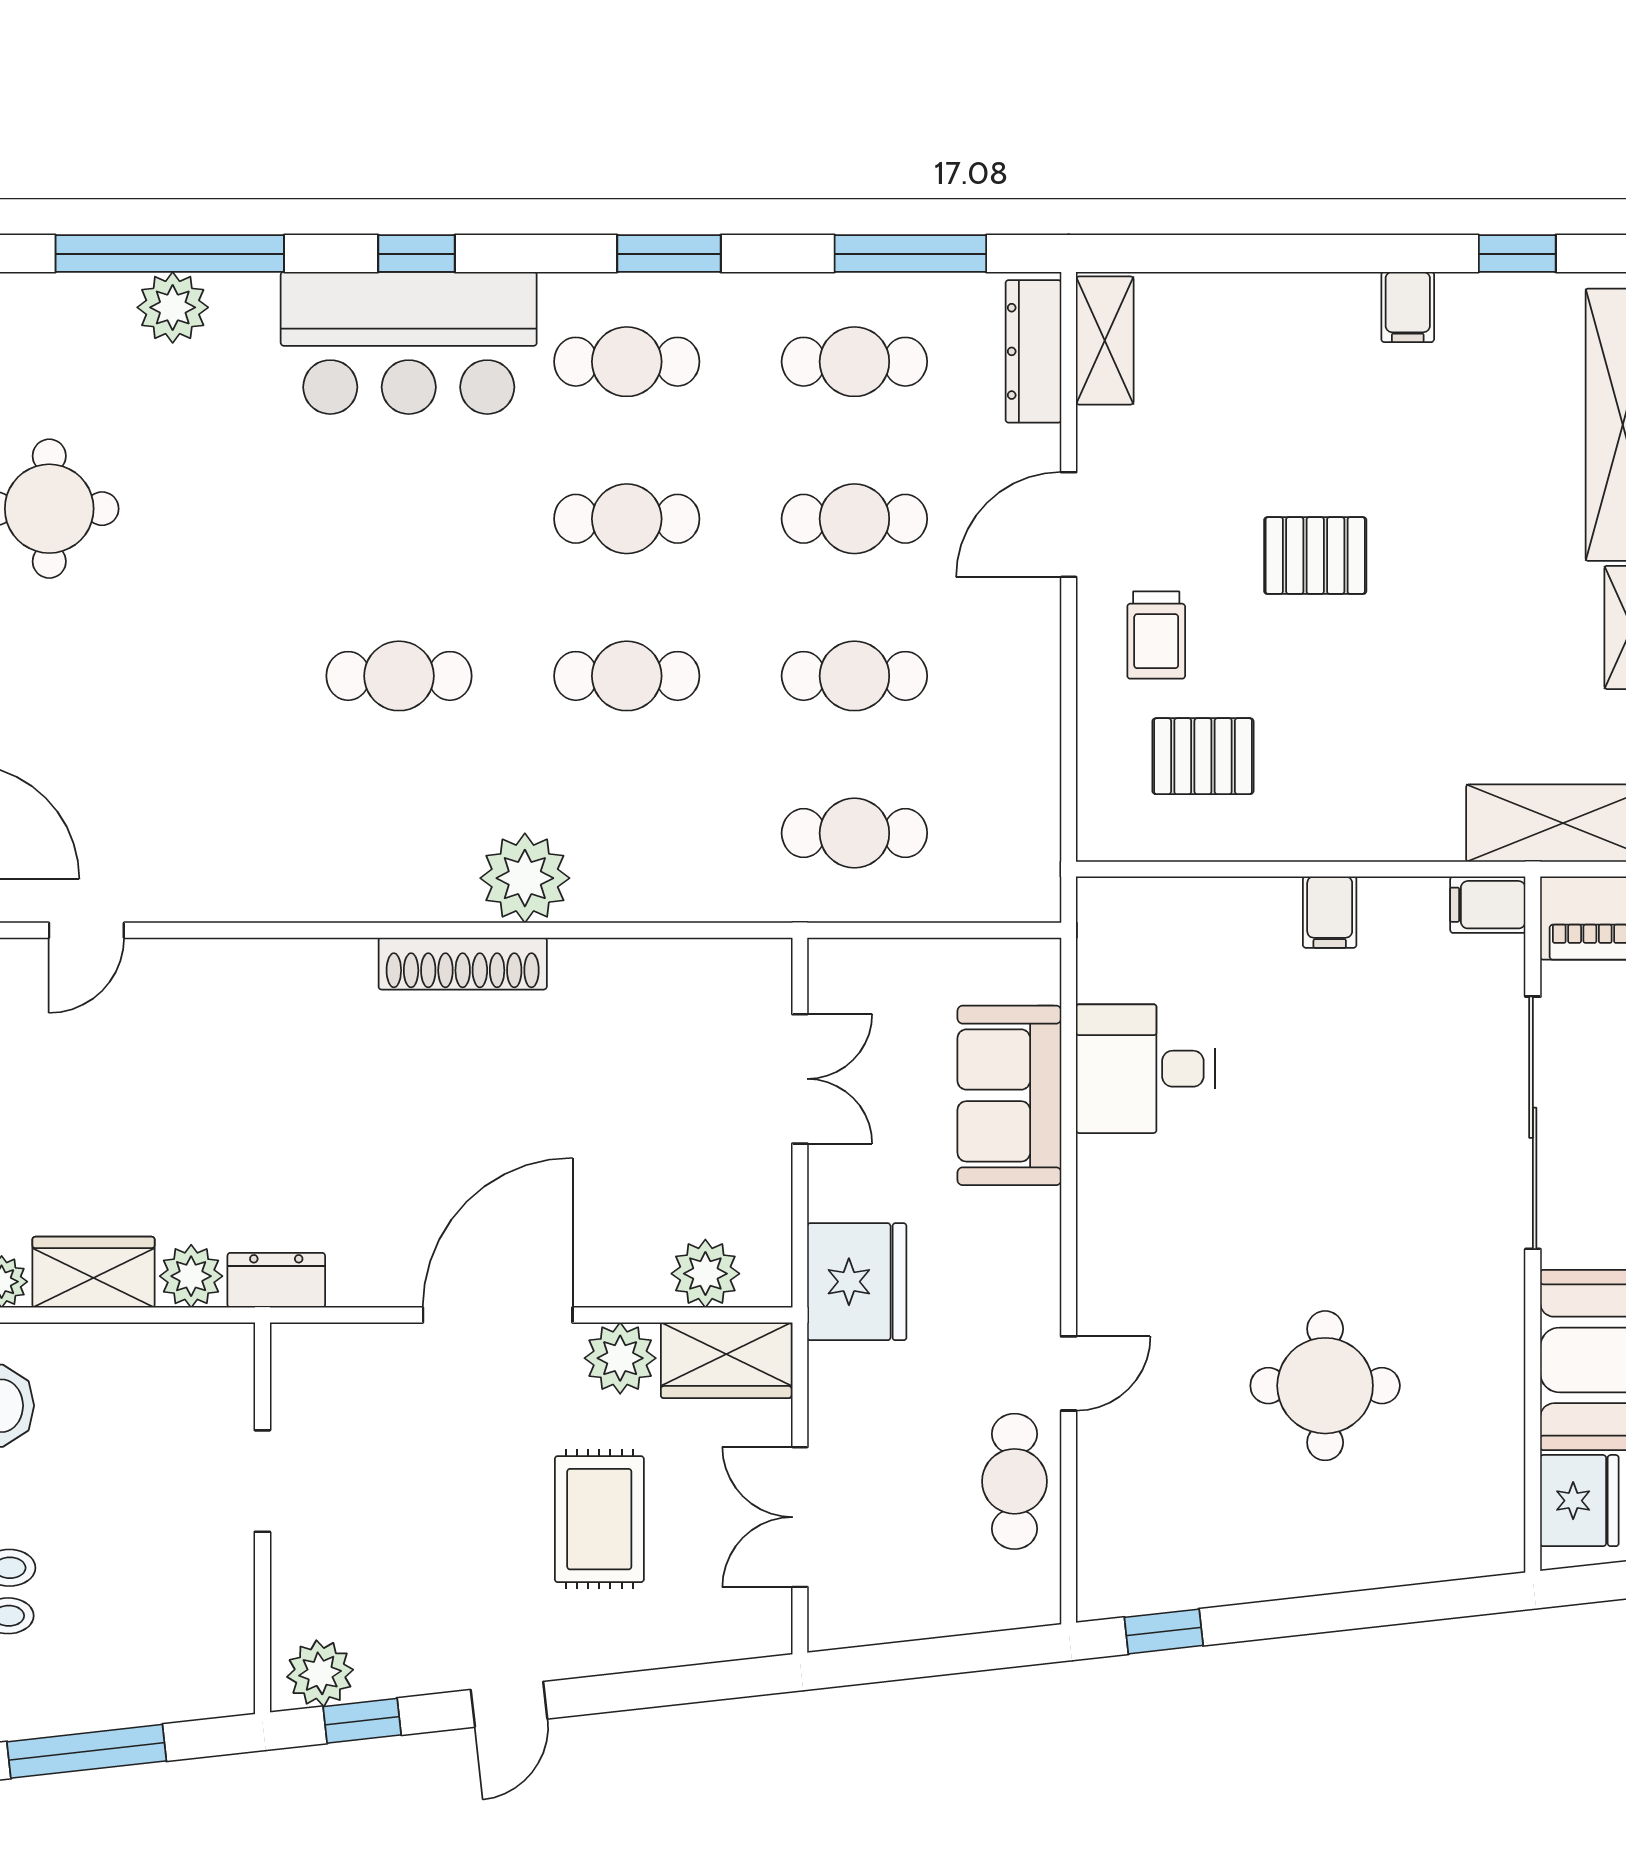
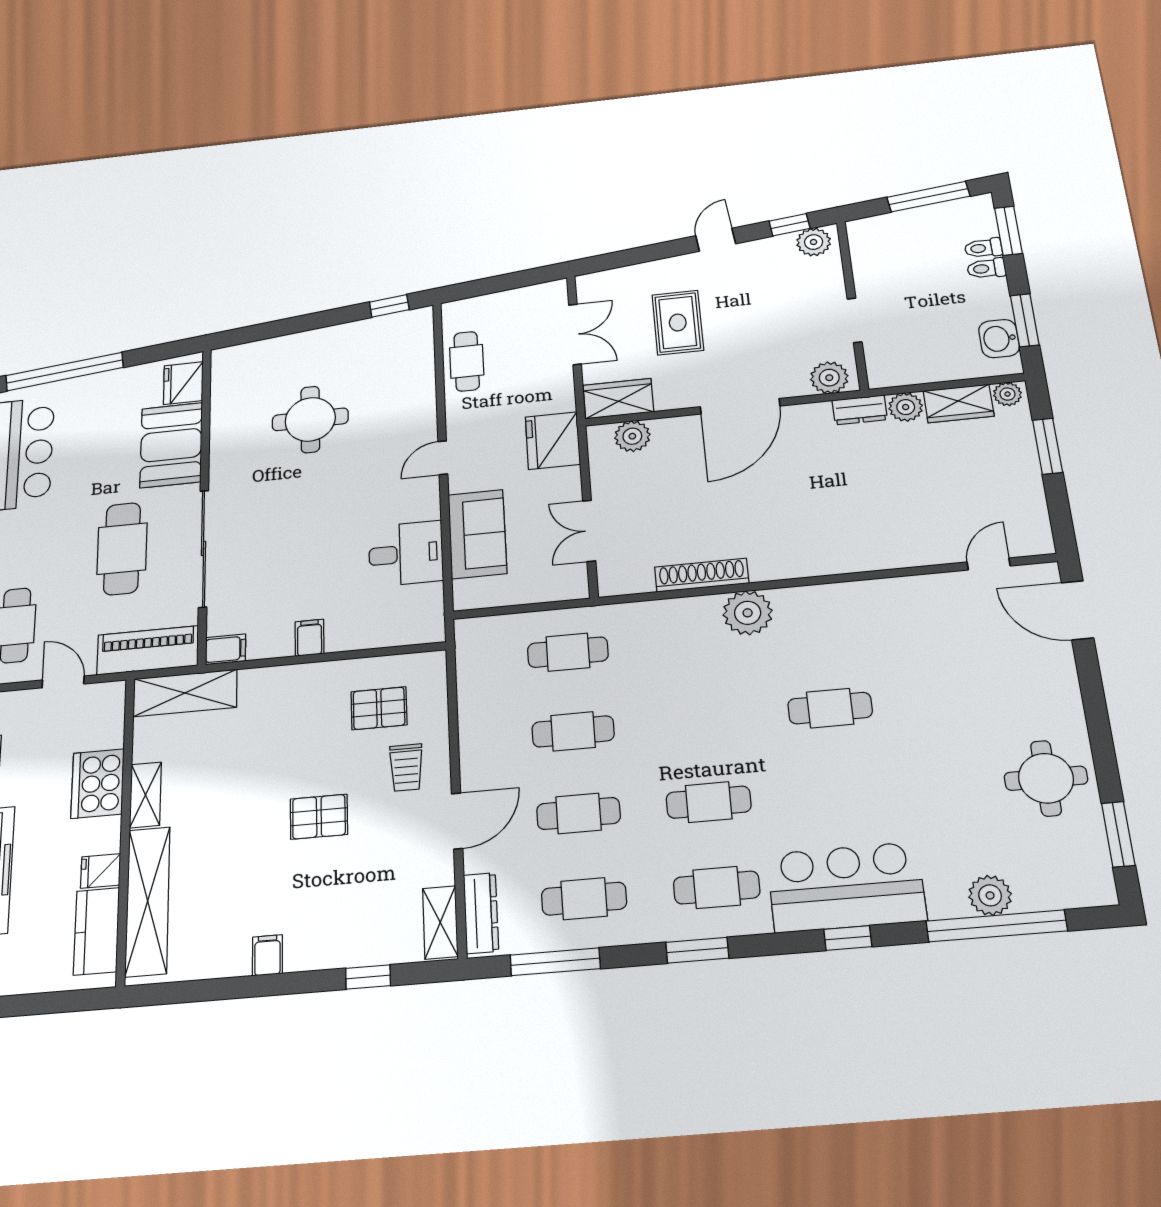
window: (1517, 254) -> (368, 977), moved
trolley: (1156, 635) -> (406, 768), turned 180
cafe table: (627, 676) -> (701, 720), removed
shoe rack: (463, 964) -> (702, 575), moved
plant: (620, 1358) -> (829, 378), moved
door: (1069, 1373) -> (443, 458), moved

